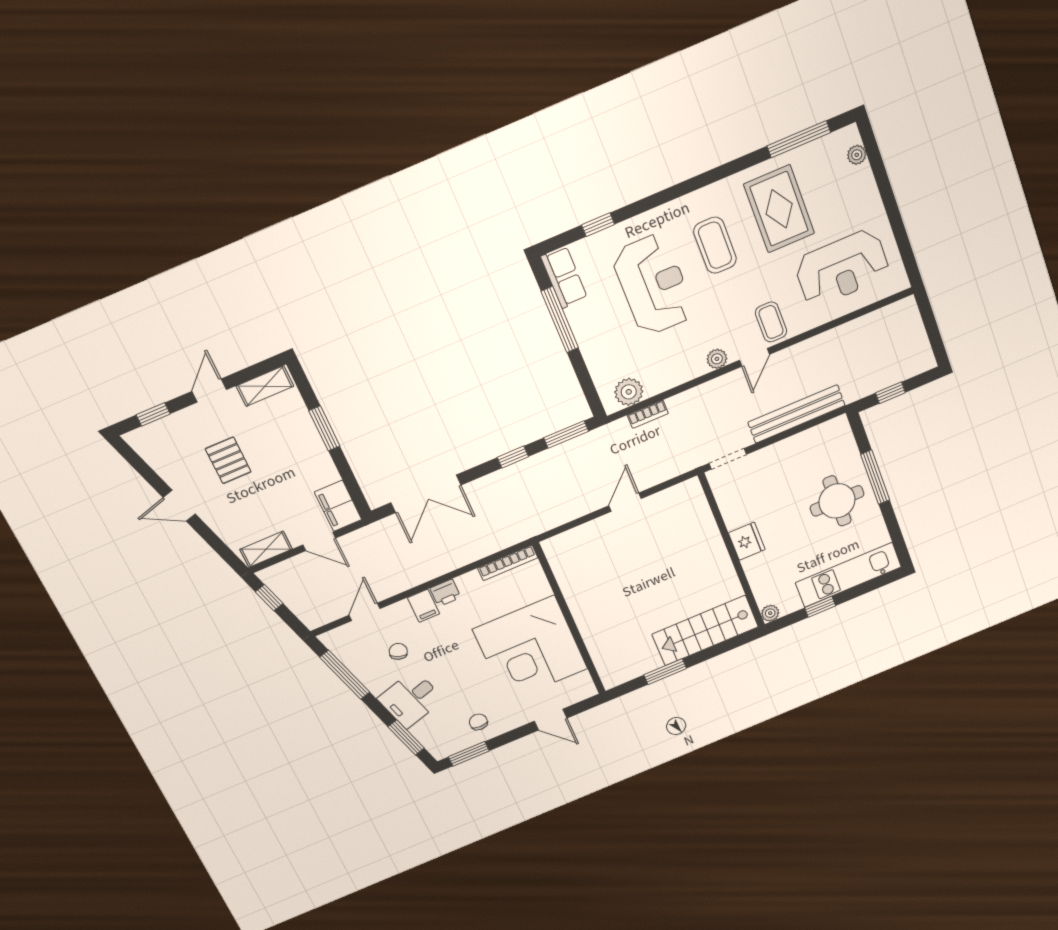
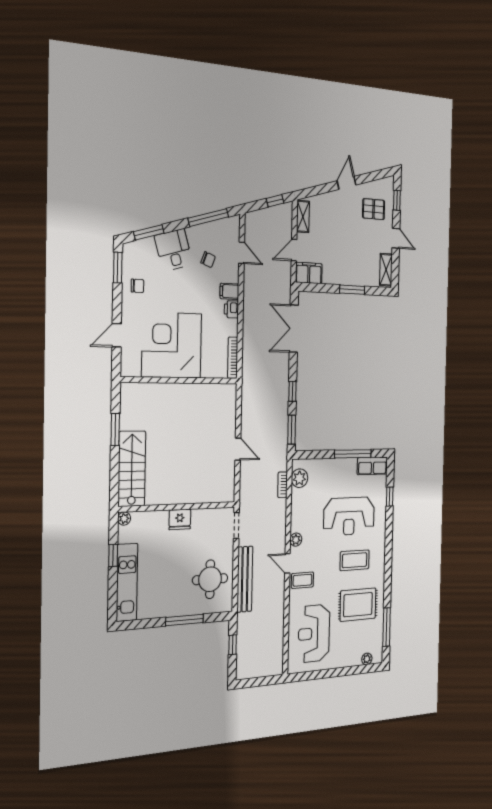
pallet: (228, 460) -> (374, 209), moved
round table: (837, 501) -> (210, 579), moved

